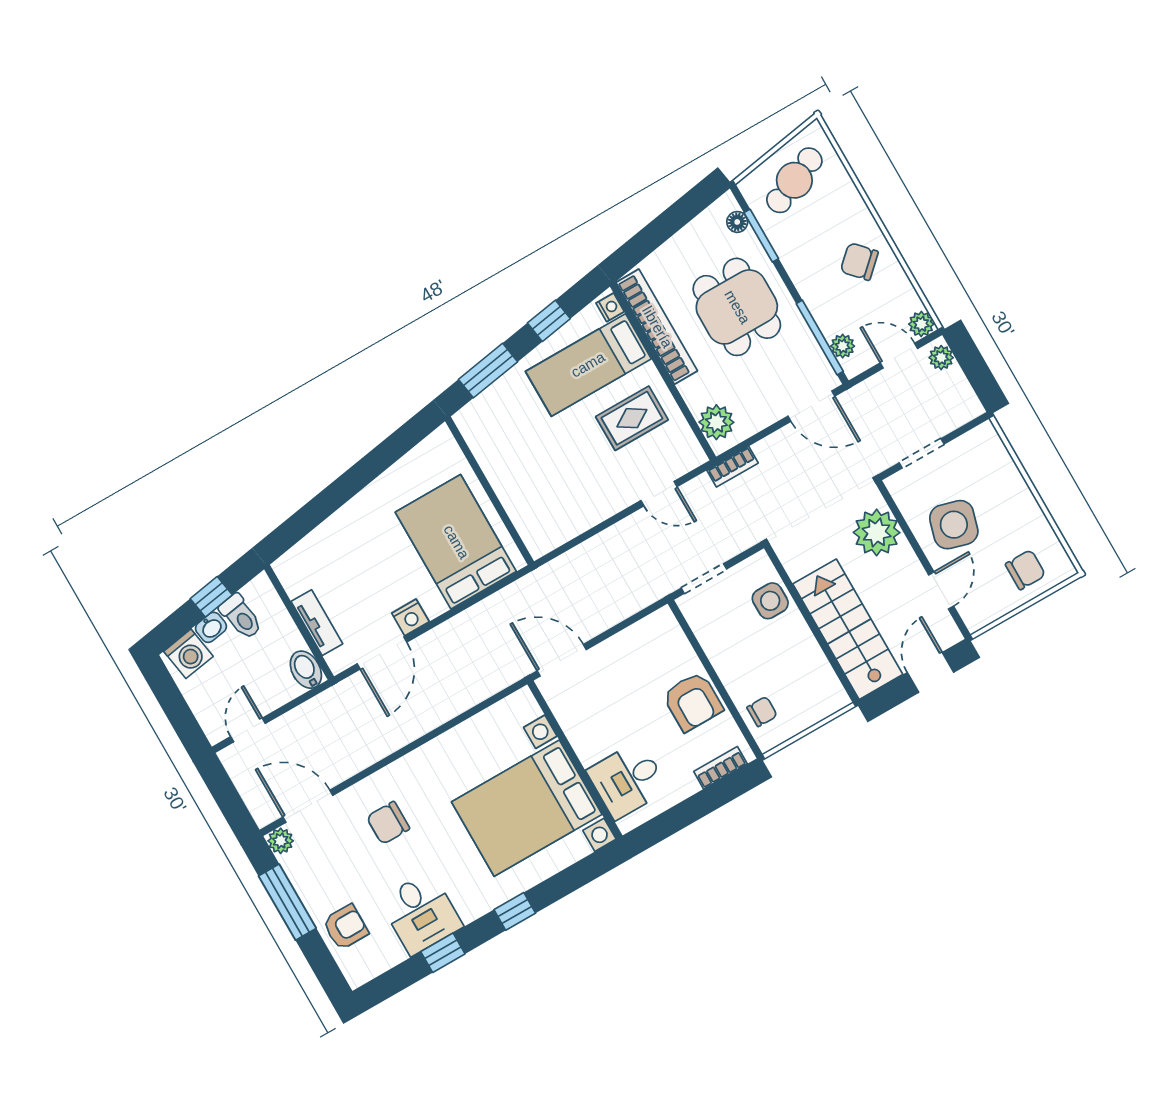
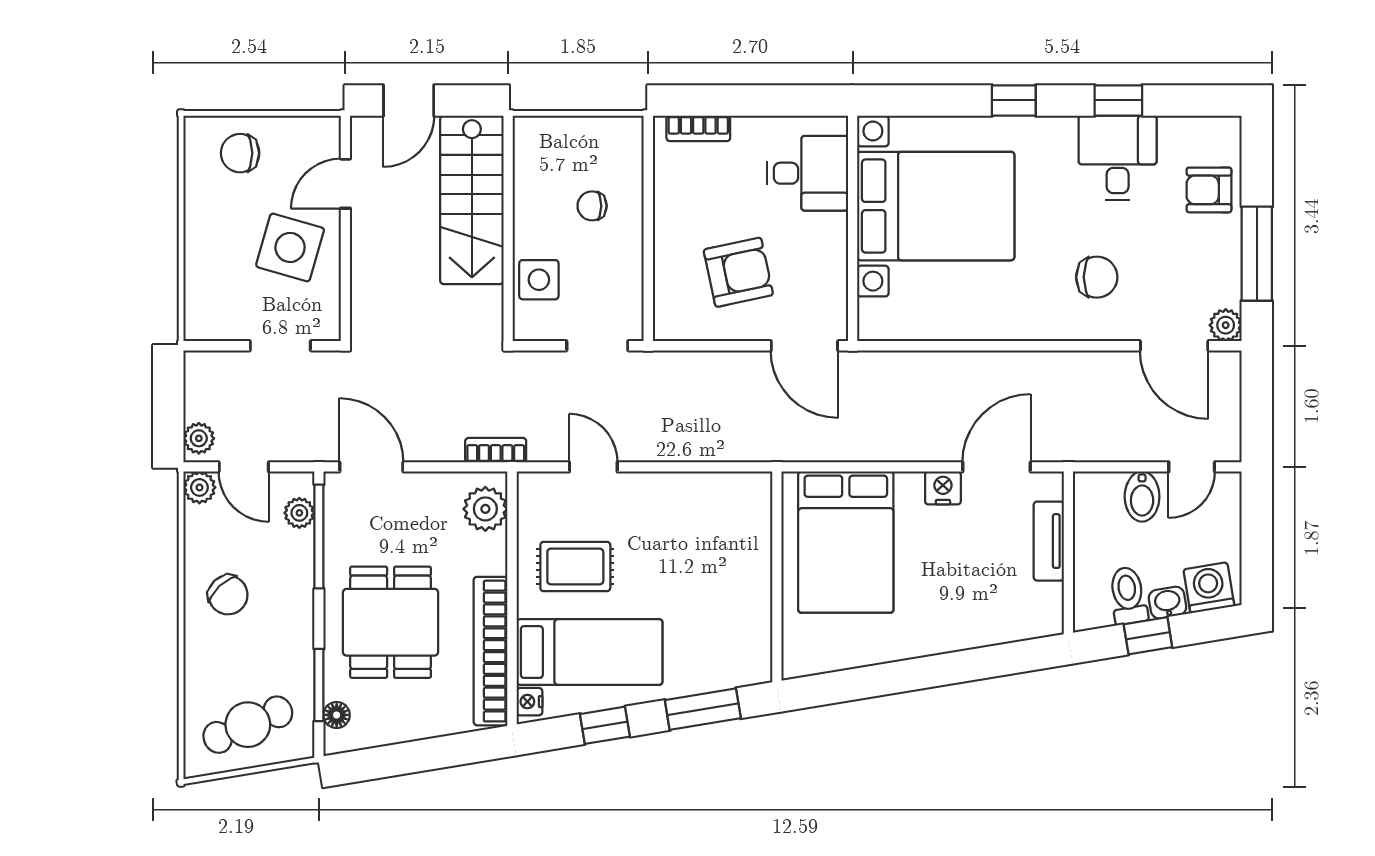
plant: (877, 532) -> (379, 288), removed
bidet: (306, 670) -> (1142, 497), moved
armchair: (693, 702) -> (738, 272), moved, turned 78
chair: (762, 712) -> (592, 206), moved

